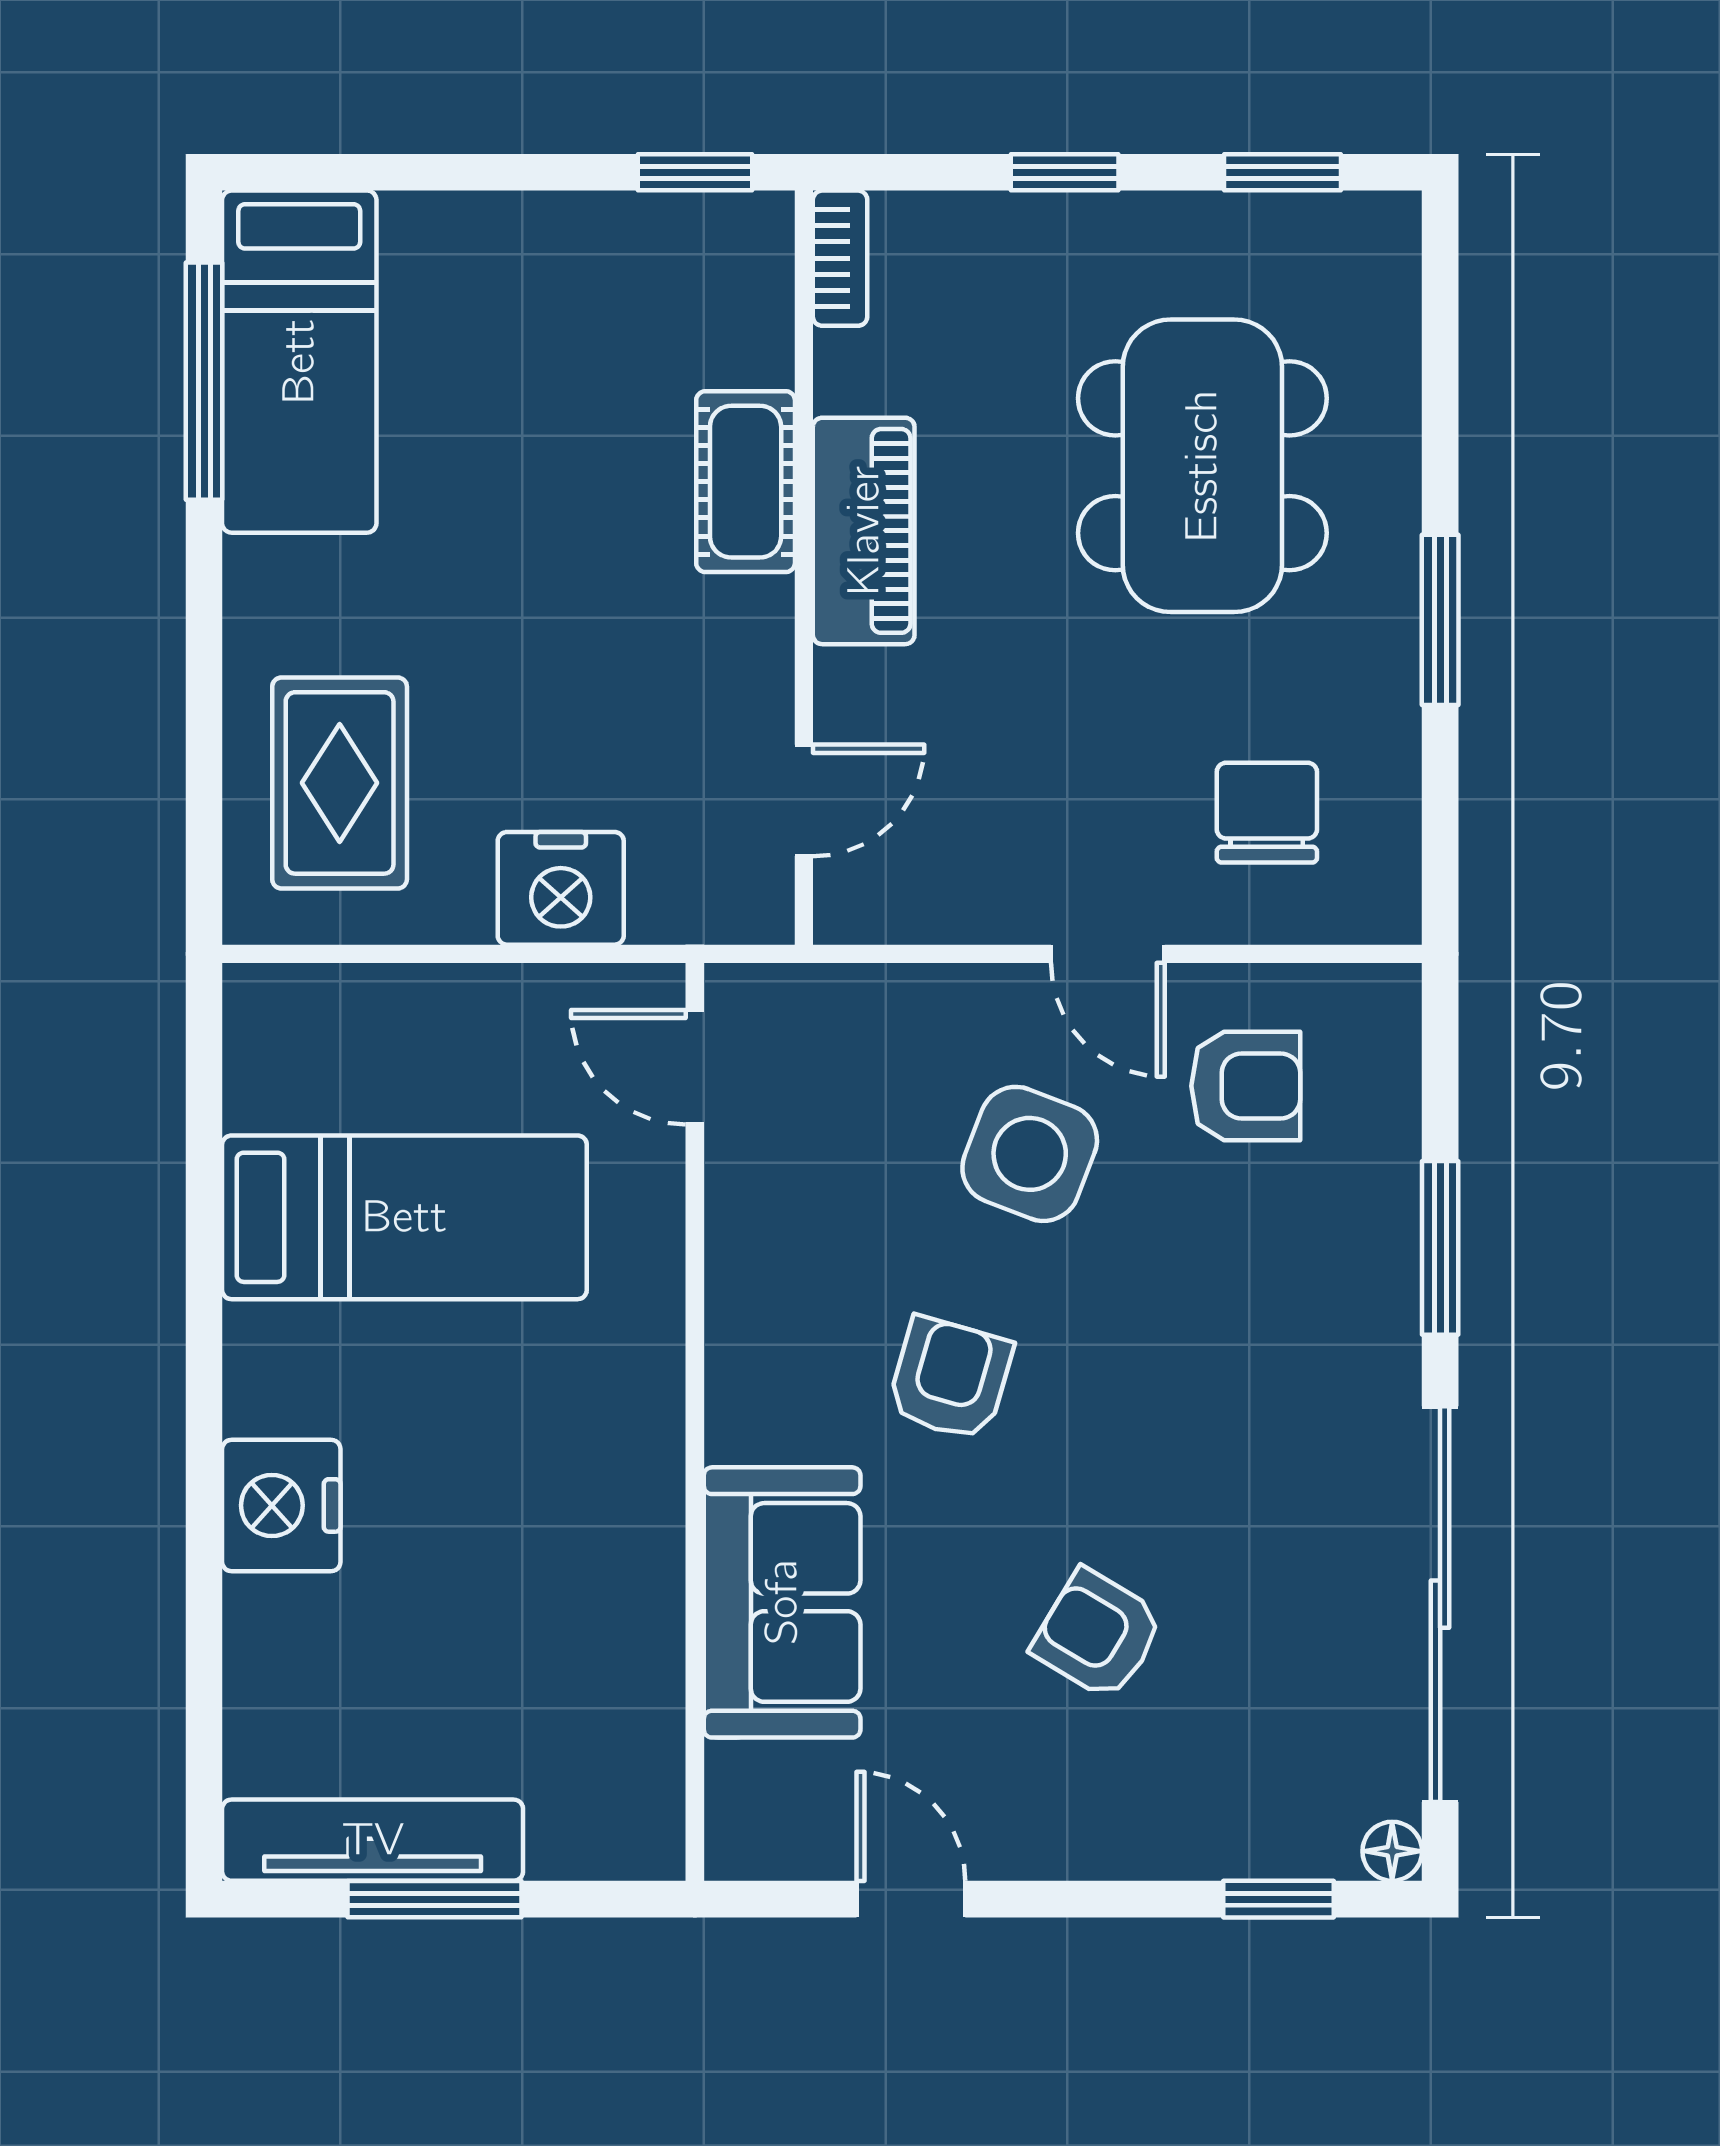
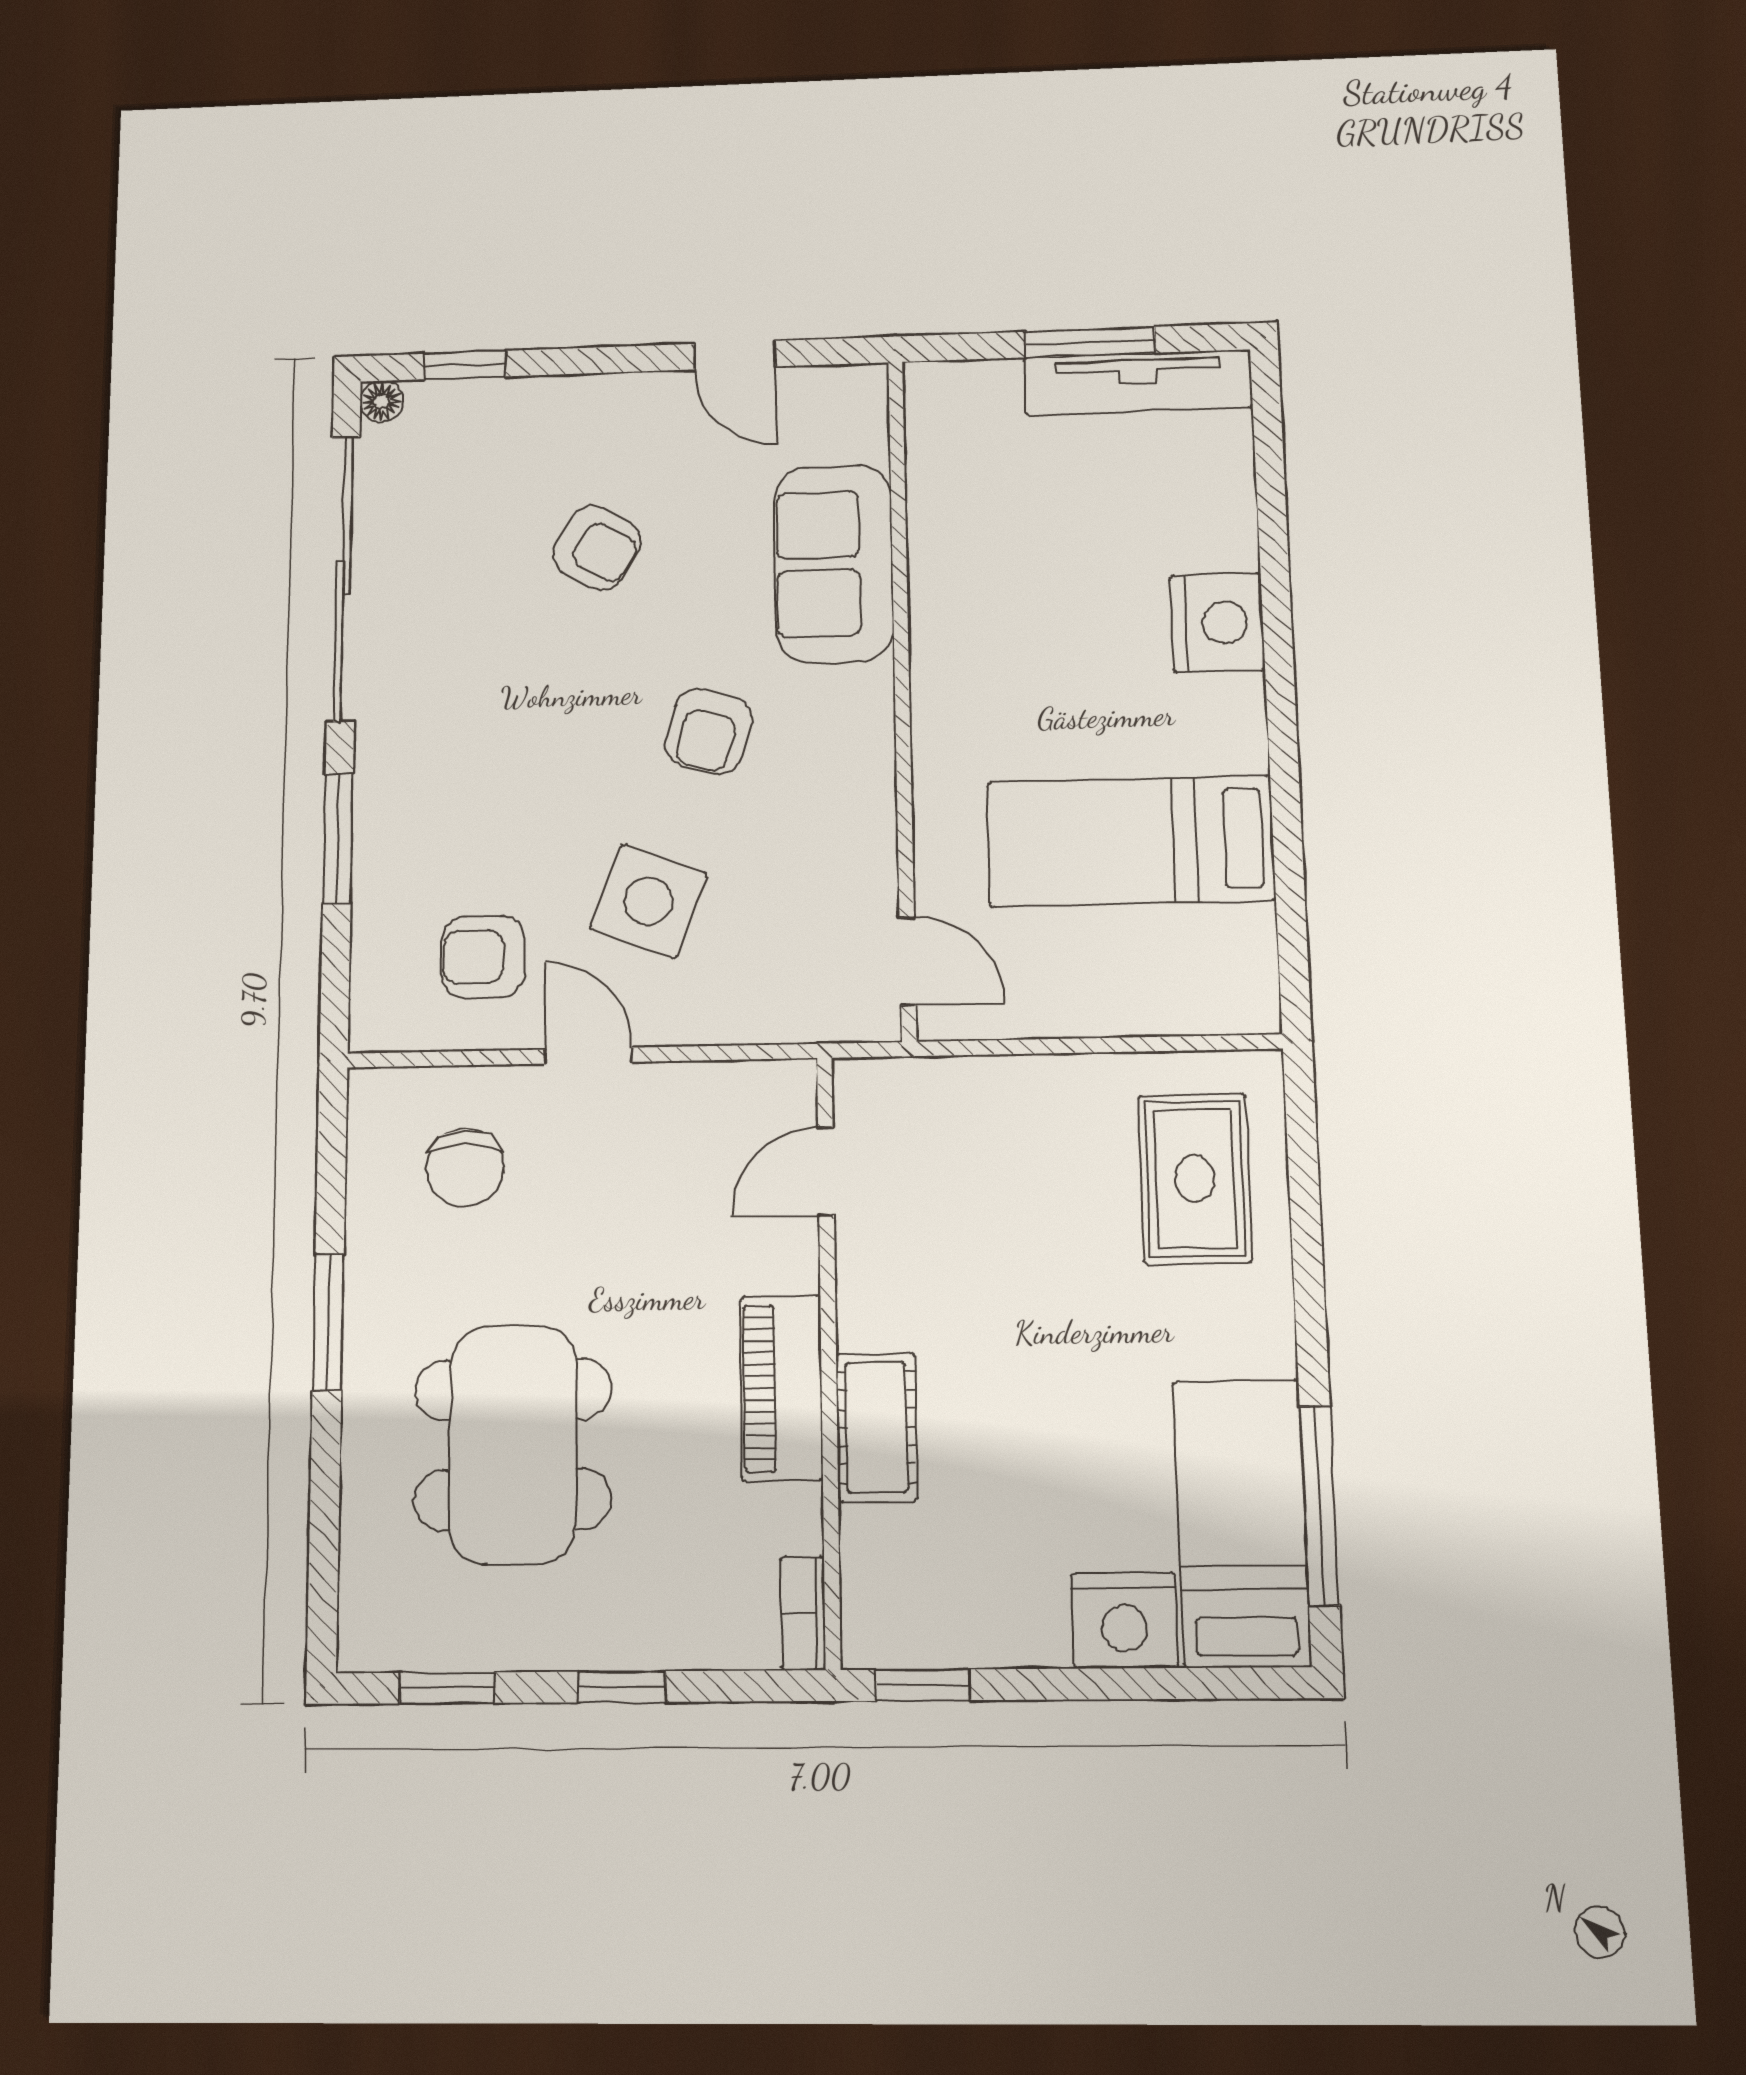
nightstand: (561, 888) -> (1124, 1620), moved, turned 180

